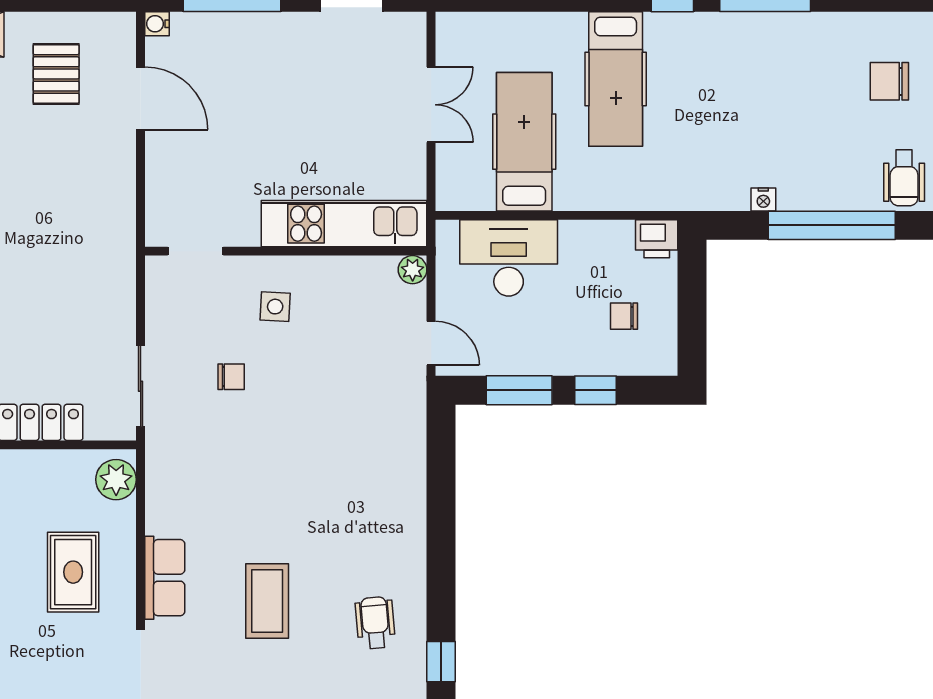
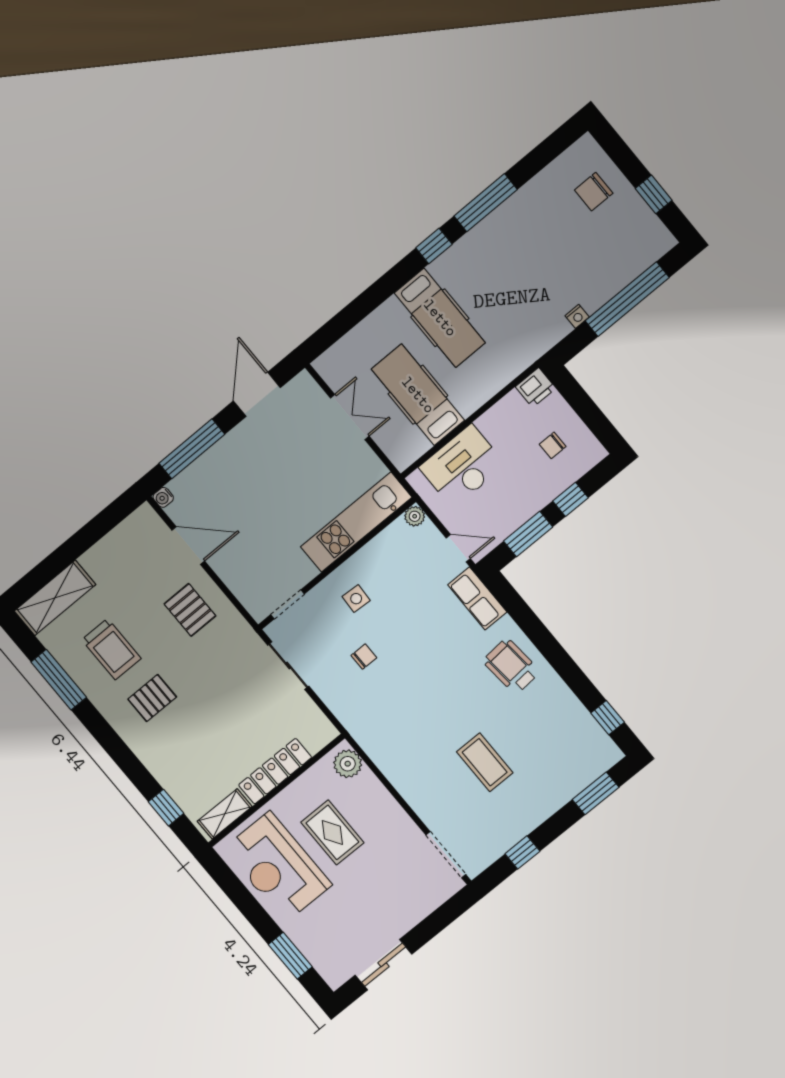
pallet: (56, 74) -> (190, 610), moved
wheelchair: (904, 178) -> (646, 239), removed
sliding door: (141, 386) -> (288, 666), moved
rug: (73, 572) -> (332, 833), moved
row of seats: (165, 578) -> (477, 598), moved, turned 180
wheelchair: (375, 623) -> (511, 666), moved, width x1.36, depth x1.37

